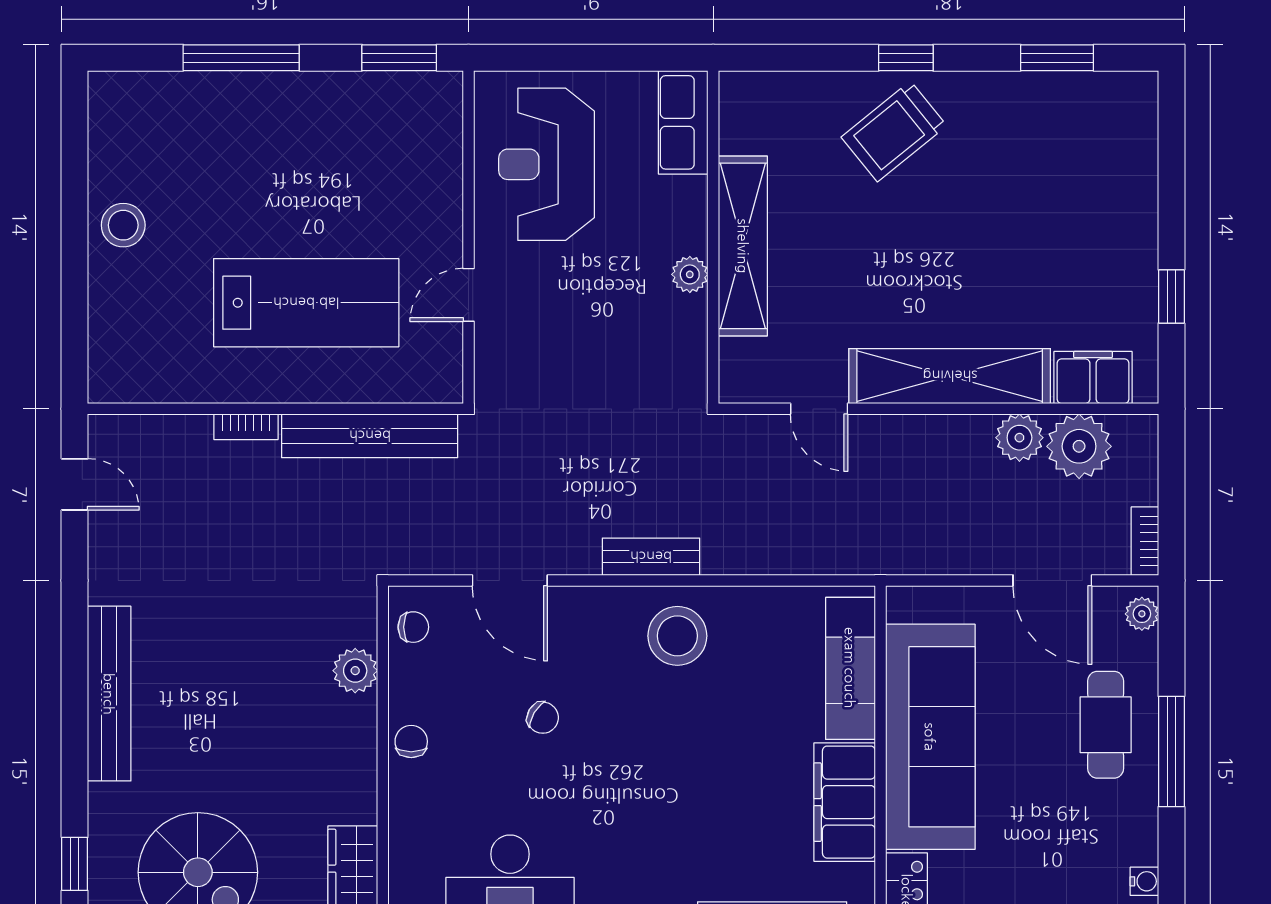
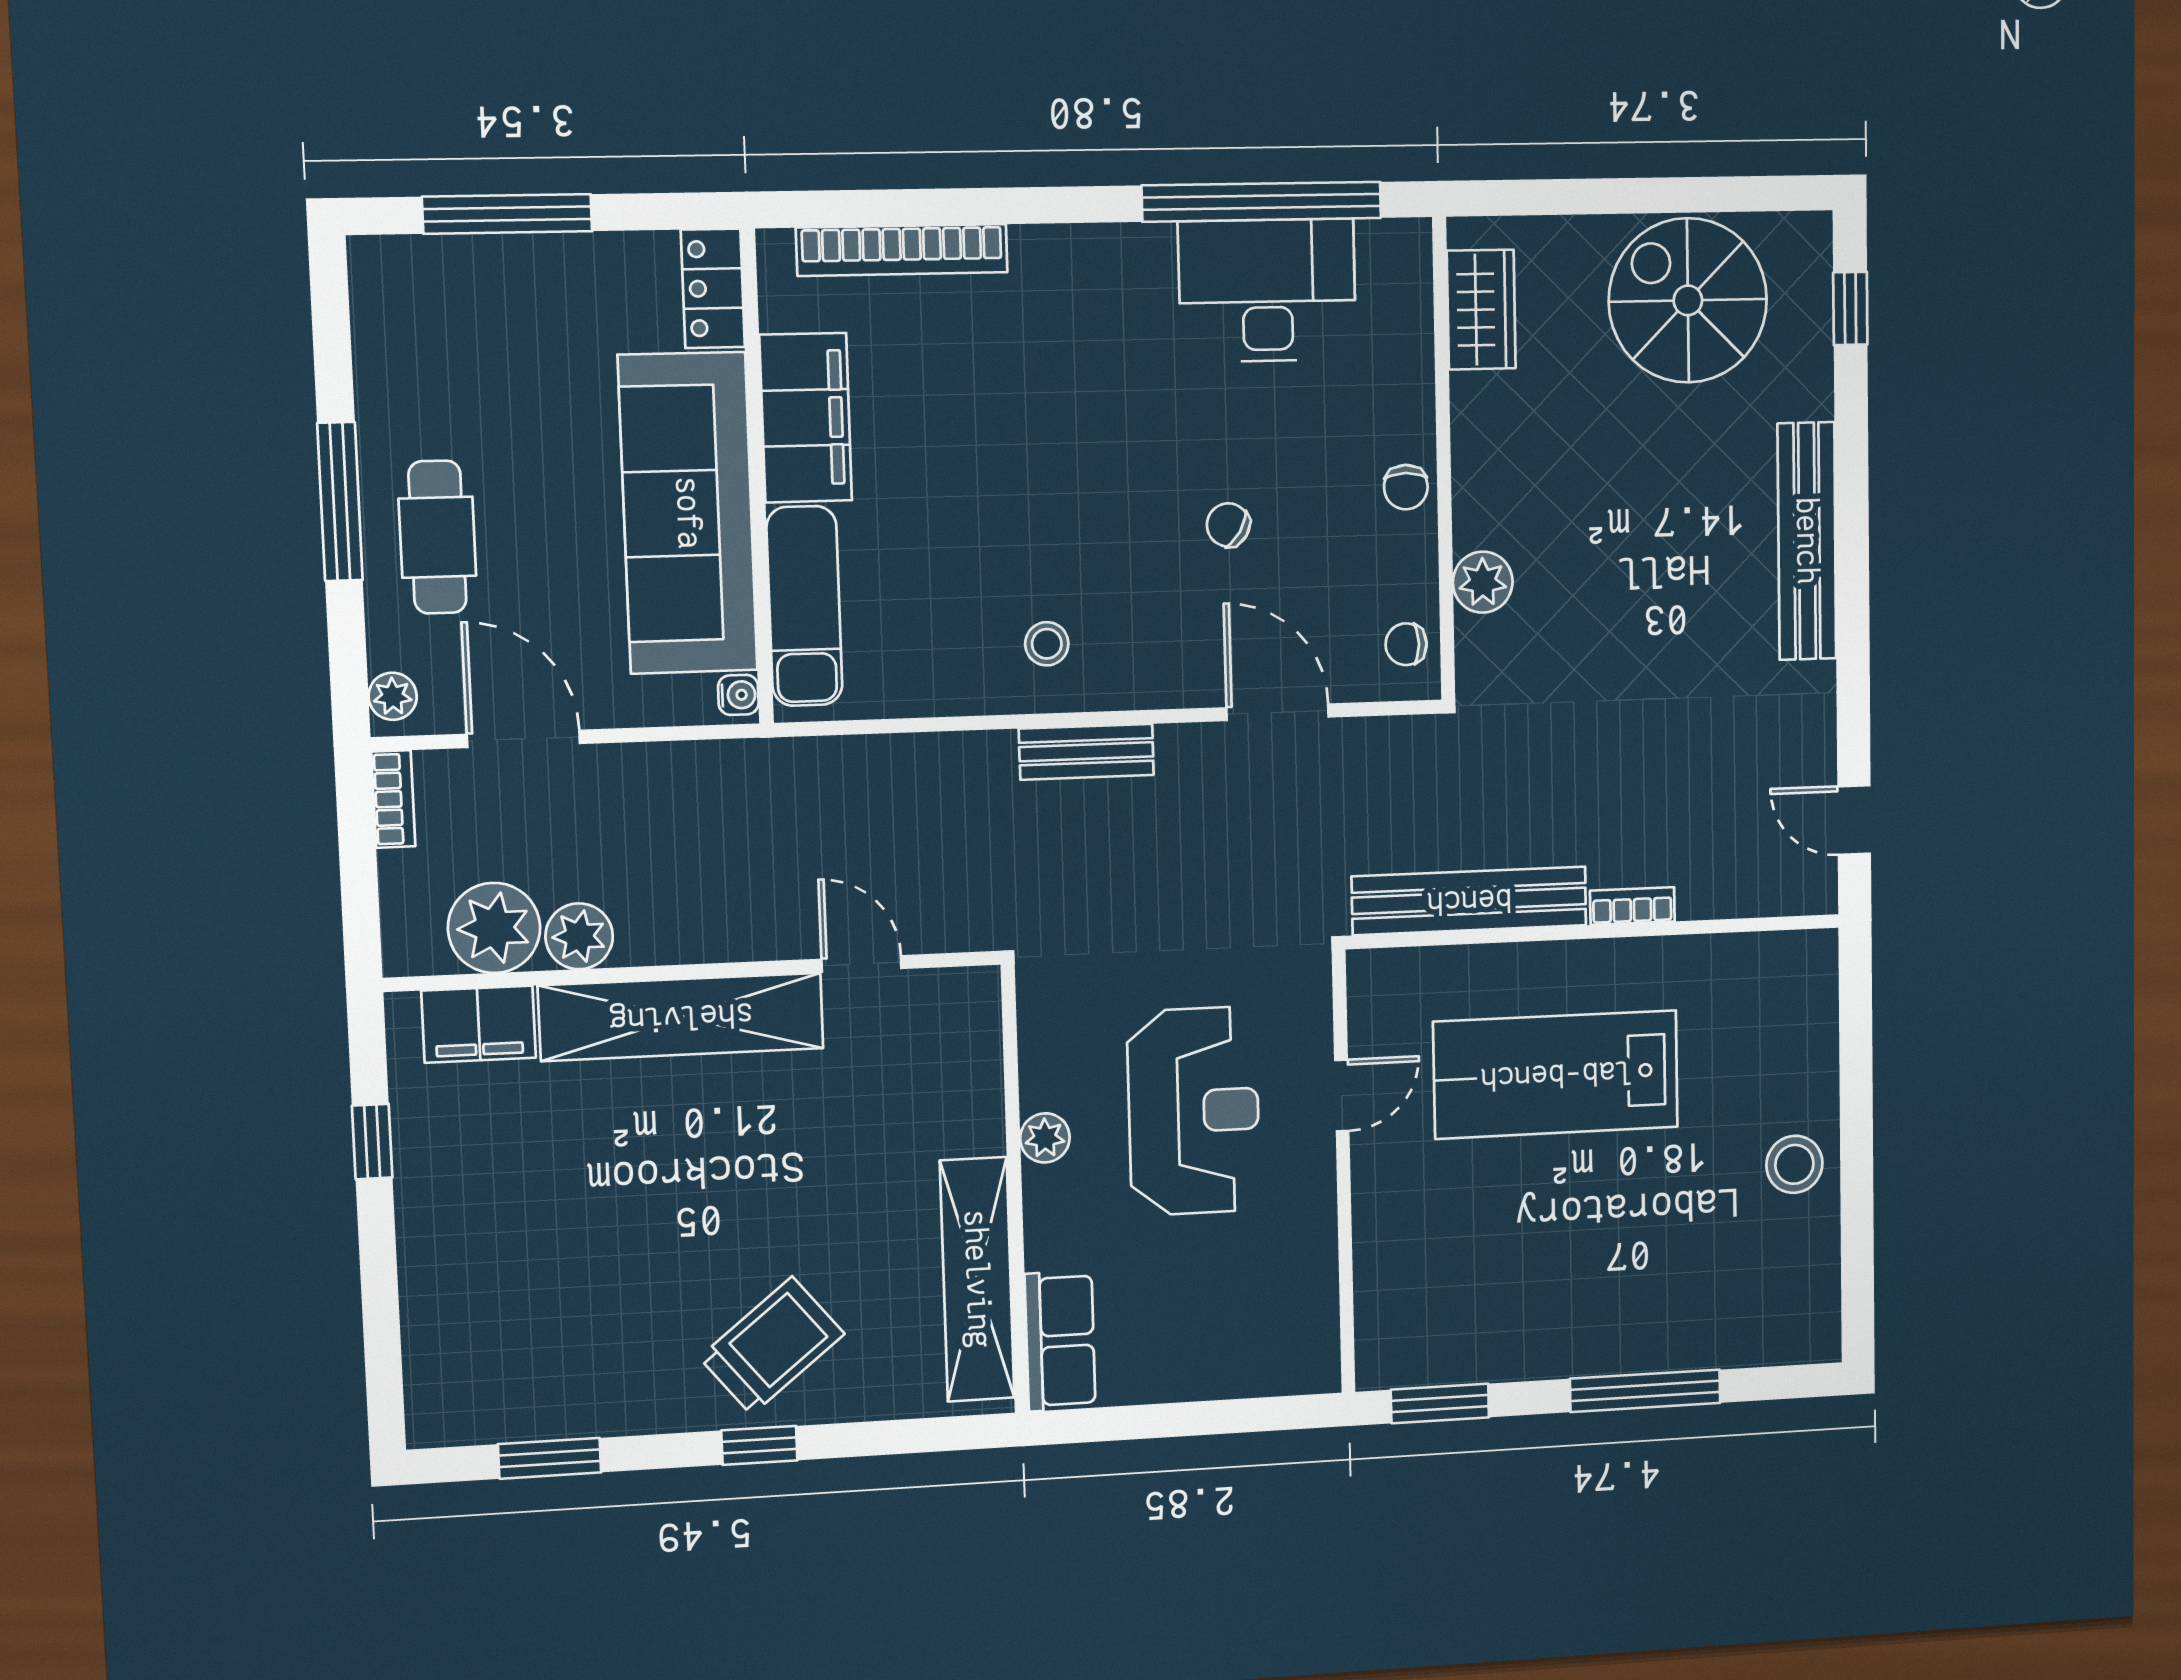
reception desk: (547, 164) -> (1194, 1111), moved
shelving: (743, 246) -> (977, 1279), moved
stool: (677, 636) -> (1047, 644), width x0.53, depth x0.53
water cooler: (1144, 881) -> (738, 695), moved, turned 180

